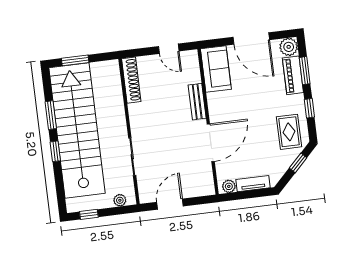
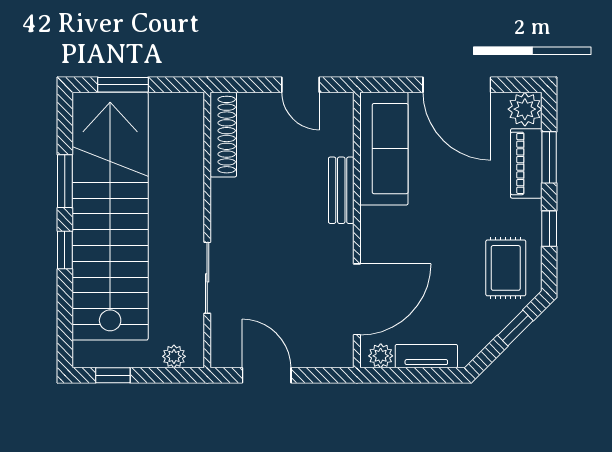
sofa: (216, 69) -> (384, 149), width x1.36
door: (211, 143) -> (357, 299), moved
door: (170, 204) -> (267, 375), hinge flipped

